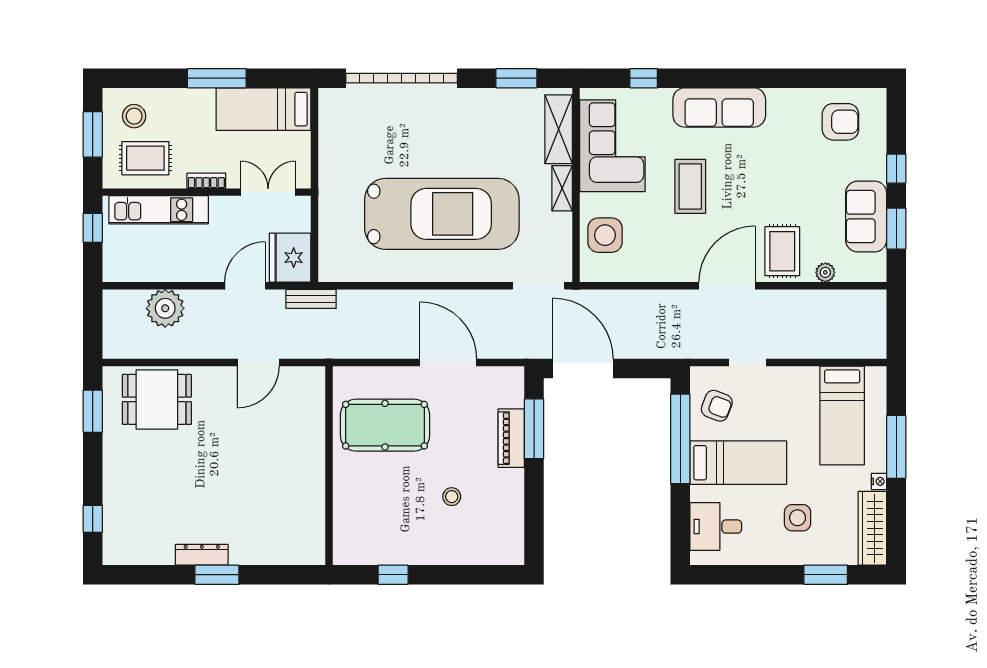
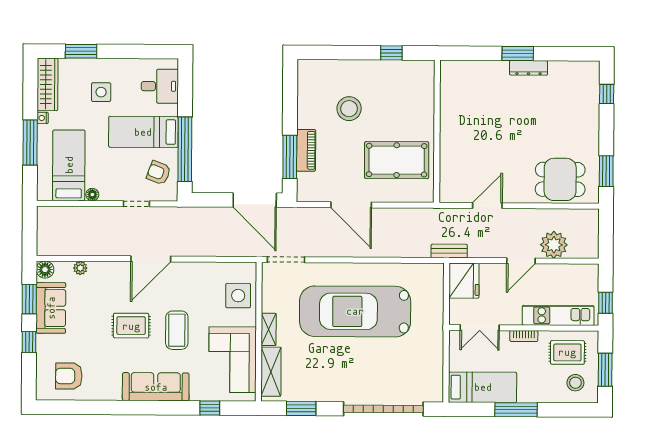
rug: (782, 251) -> (131, 326), moved, turned 90
floor lamp: (874, 270) -> (45, 270), added
door: (245, 286) -> (521, 261), moved
floor lamp: (809, 375) -> (92, 195), added
stool: (452, 497) -> (349, 109), width x1.89, depth x1.89

